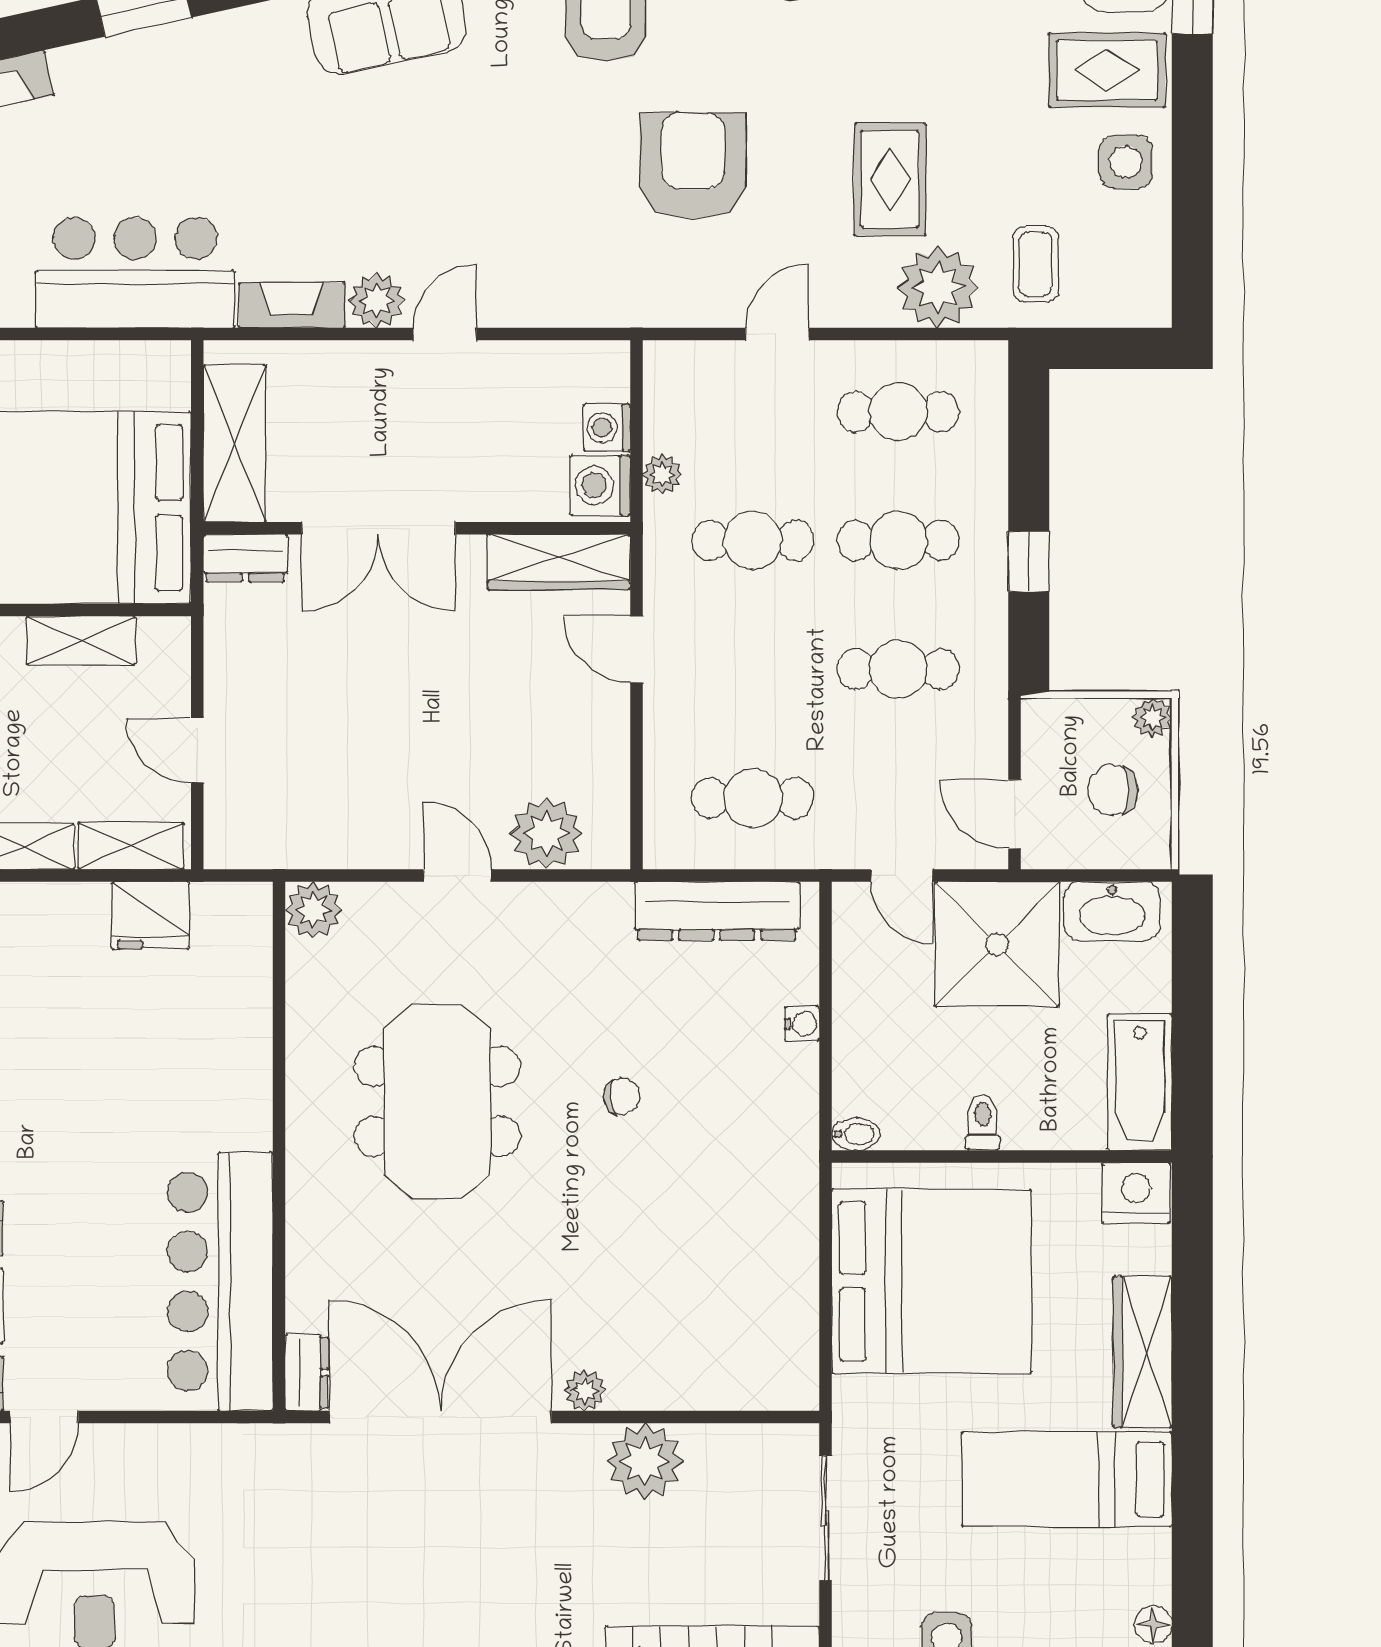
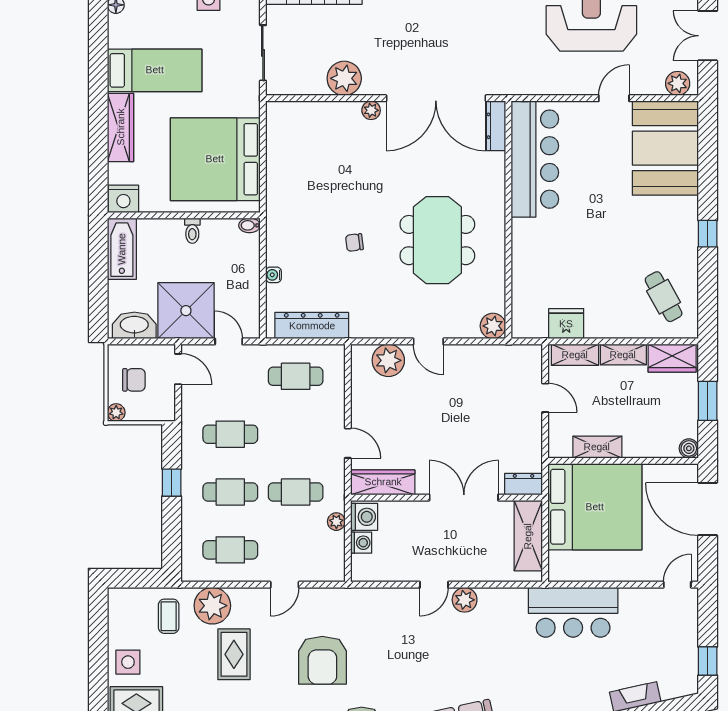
fireplace: (292, 305) -> (503, 598), removed
dresser: (307, 1373) -> (496, 126), width x1.44

